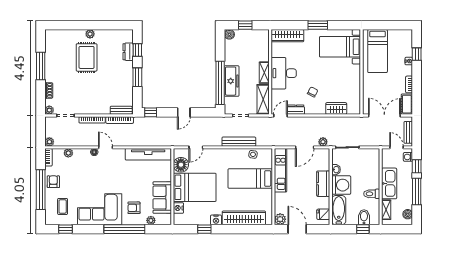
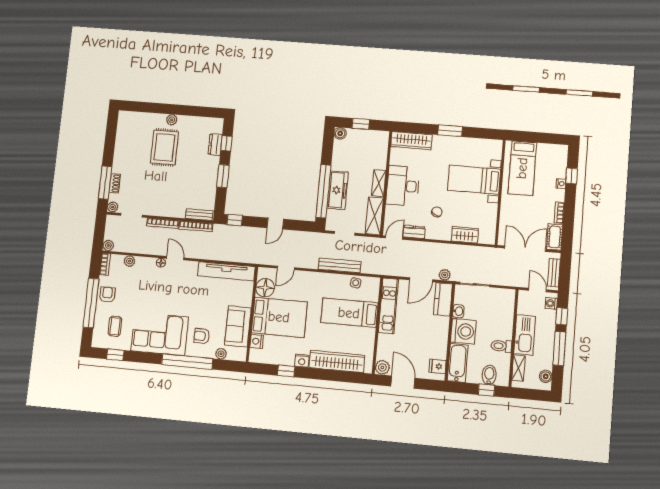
bed with nightstands: (340, 47) -> (474, 180), moved
window: (41, 66) -> (105, 183), moved
kitchen counter: (323, 184) -> (443, 299), moved

